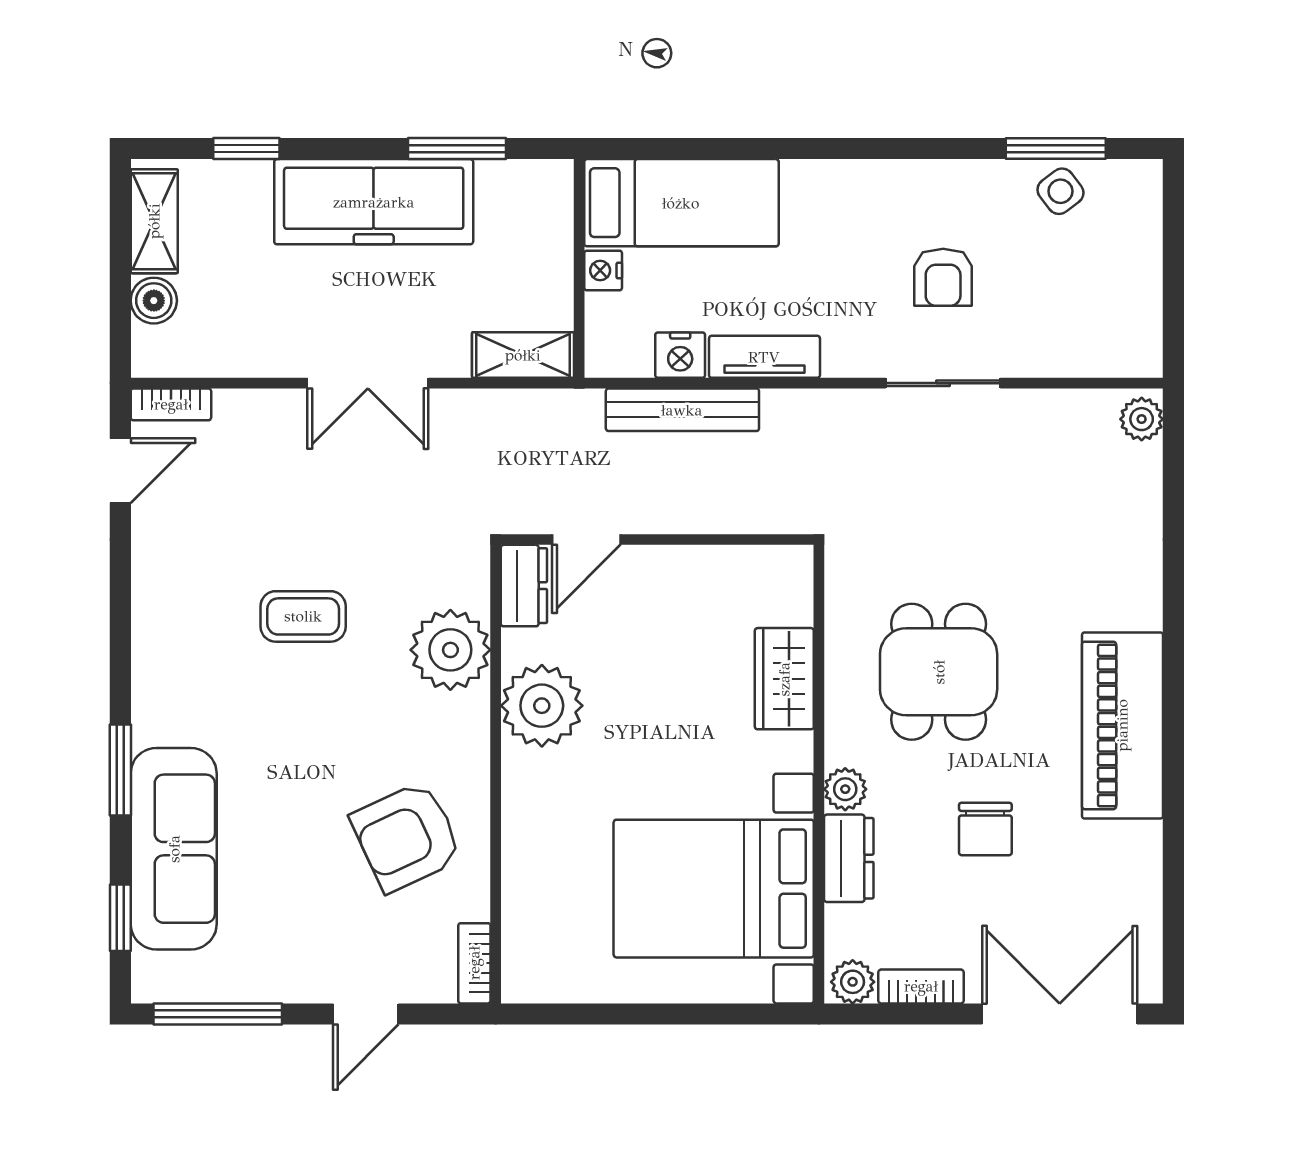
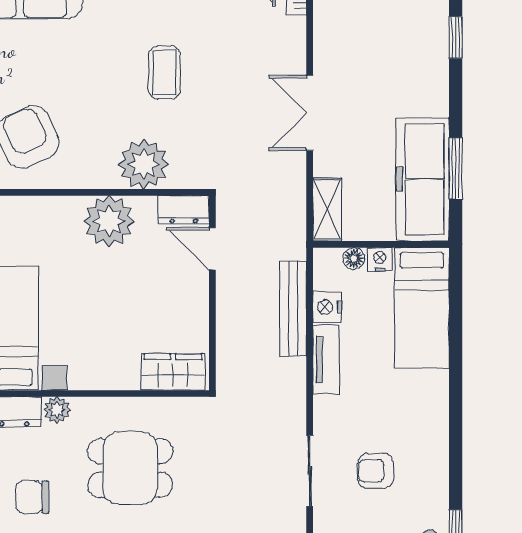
freezer: (374, 202) -> (423, 179), moved
floor lamp: (602, 312) -> (354, 258), added
wardrobe: (784, 679) -> (173, 372), moved

